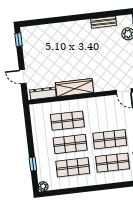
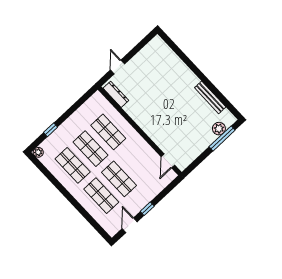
bench: (104, 22) -> (210, 97), width x1.36
window: (18, 40) -> (146, 40), removed
wardrobe: (75, 88) -> (140, 117), removed

